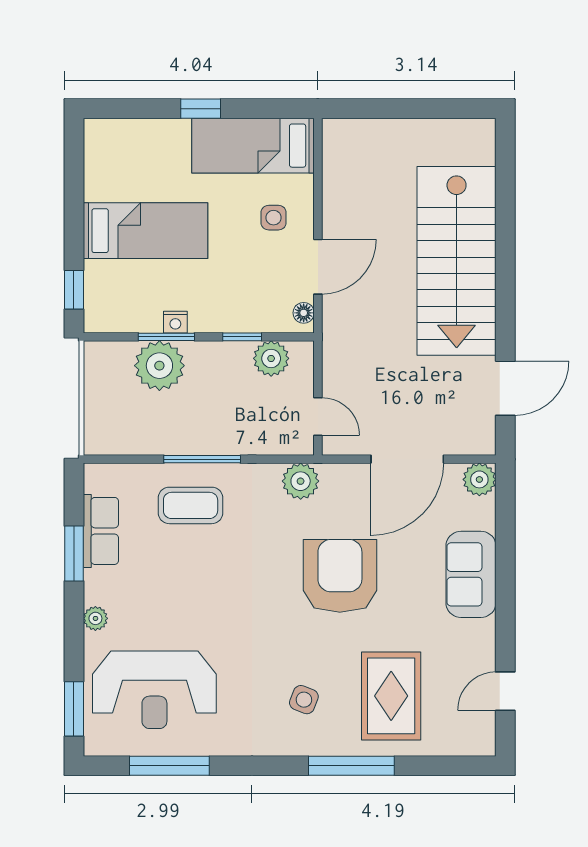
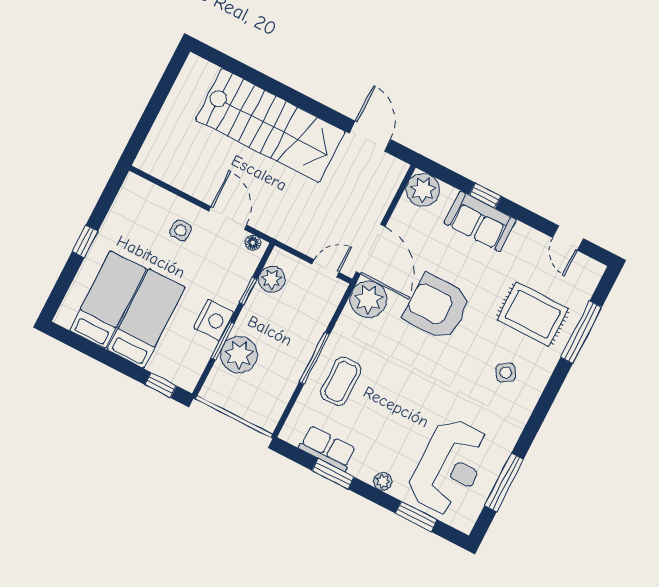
bed: (253, 146) -> (108, 300), moved, turned 180
nightstand: (175, 322) -> (214, 320), width x1.89, depth x1.79
door: (407, 459) -> (370, 249), moved
plant: (479, 479) -> (423, 190), width x1.36, depth x1.36
plant: (301, 481) -> (369, 299), width x1.36, depth x1.36
window: (505, 565) -> (485, 195), added
side table: (304, 700) -> (506, 372), turned 36
window: (74, 709) -> (416, 516), moved
window: (351, 766) -> (581, 332), moved

